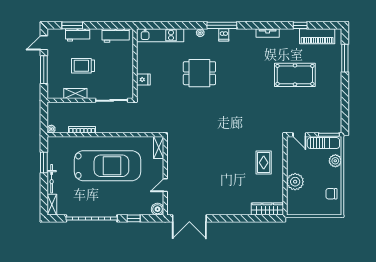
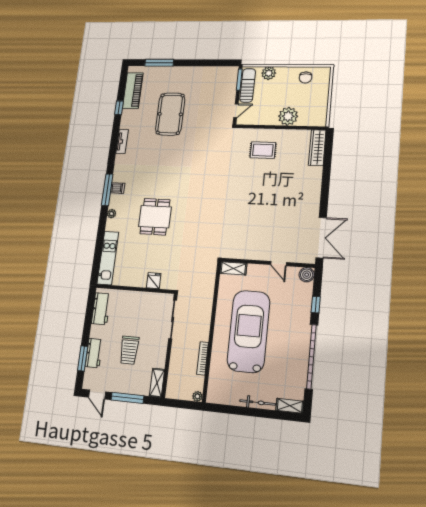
shelving: (75, 94) -> (157, 383), moved
window: (44, 163) -> (237, 410), removed

